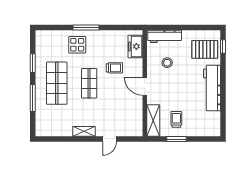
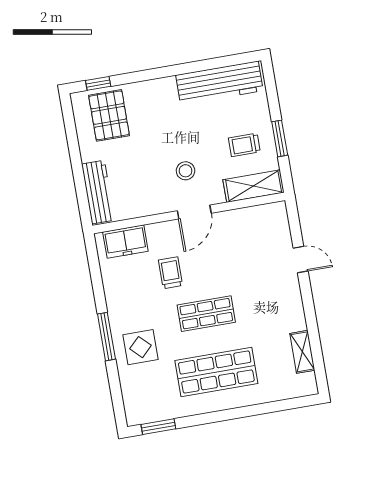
window: (33, 63) -> (158, 427), moved
stool: (167, 63) -> (186, 171), moved
workbench: (212, 88) -> (219, 83), moved
window: (33, 98) -> (250, 411), removed
shelving: (84, 131) -> (302, 352), moved

